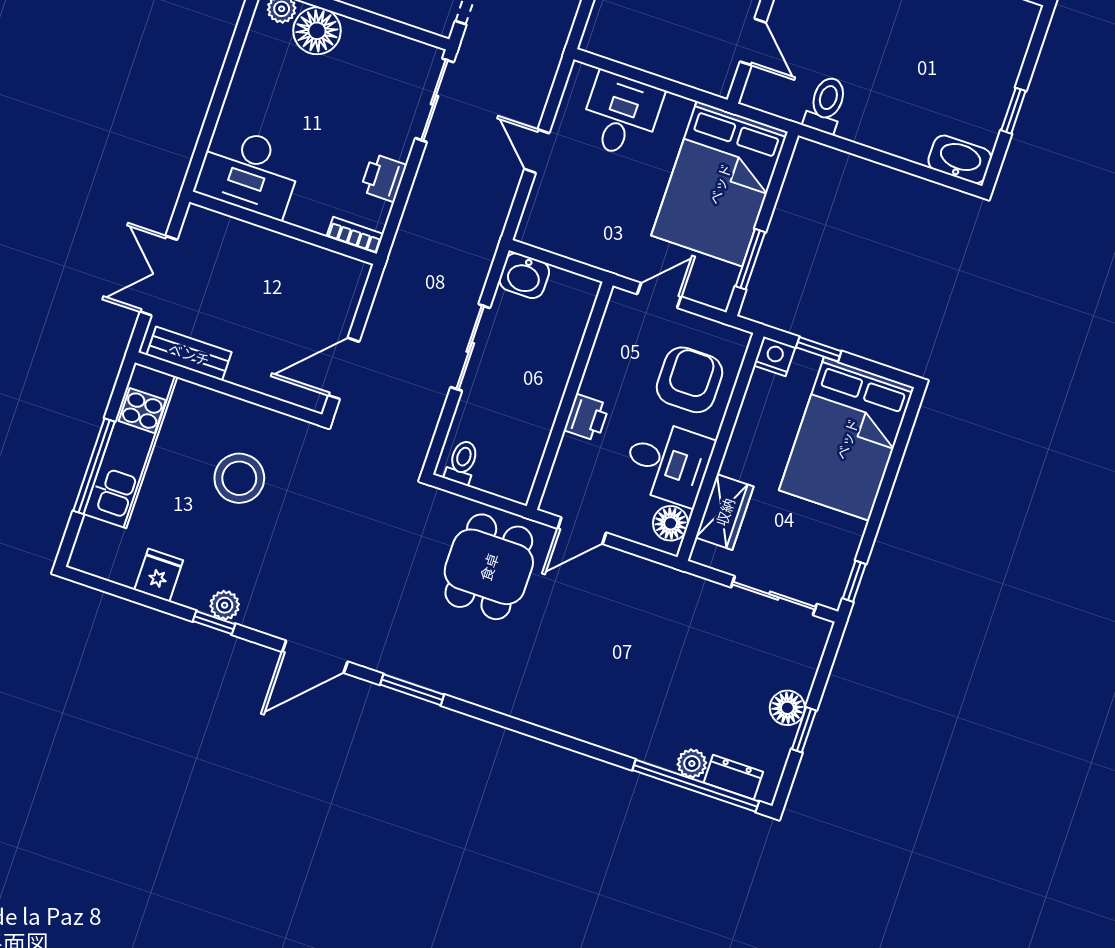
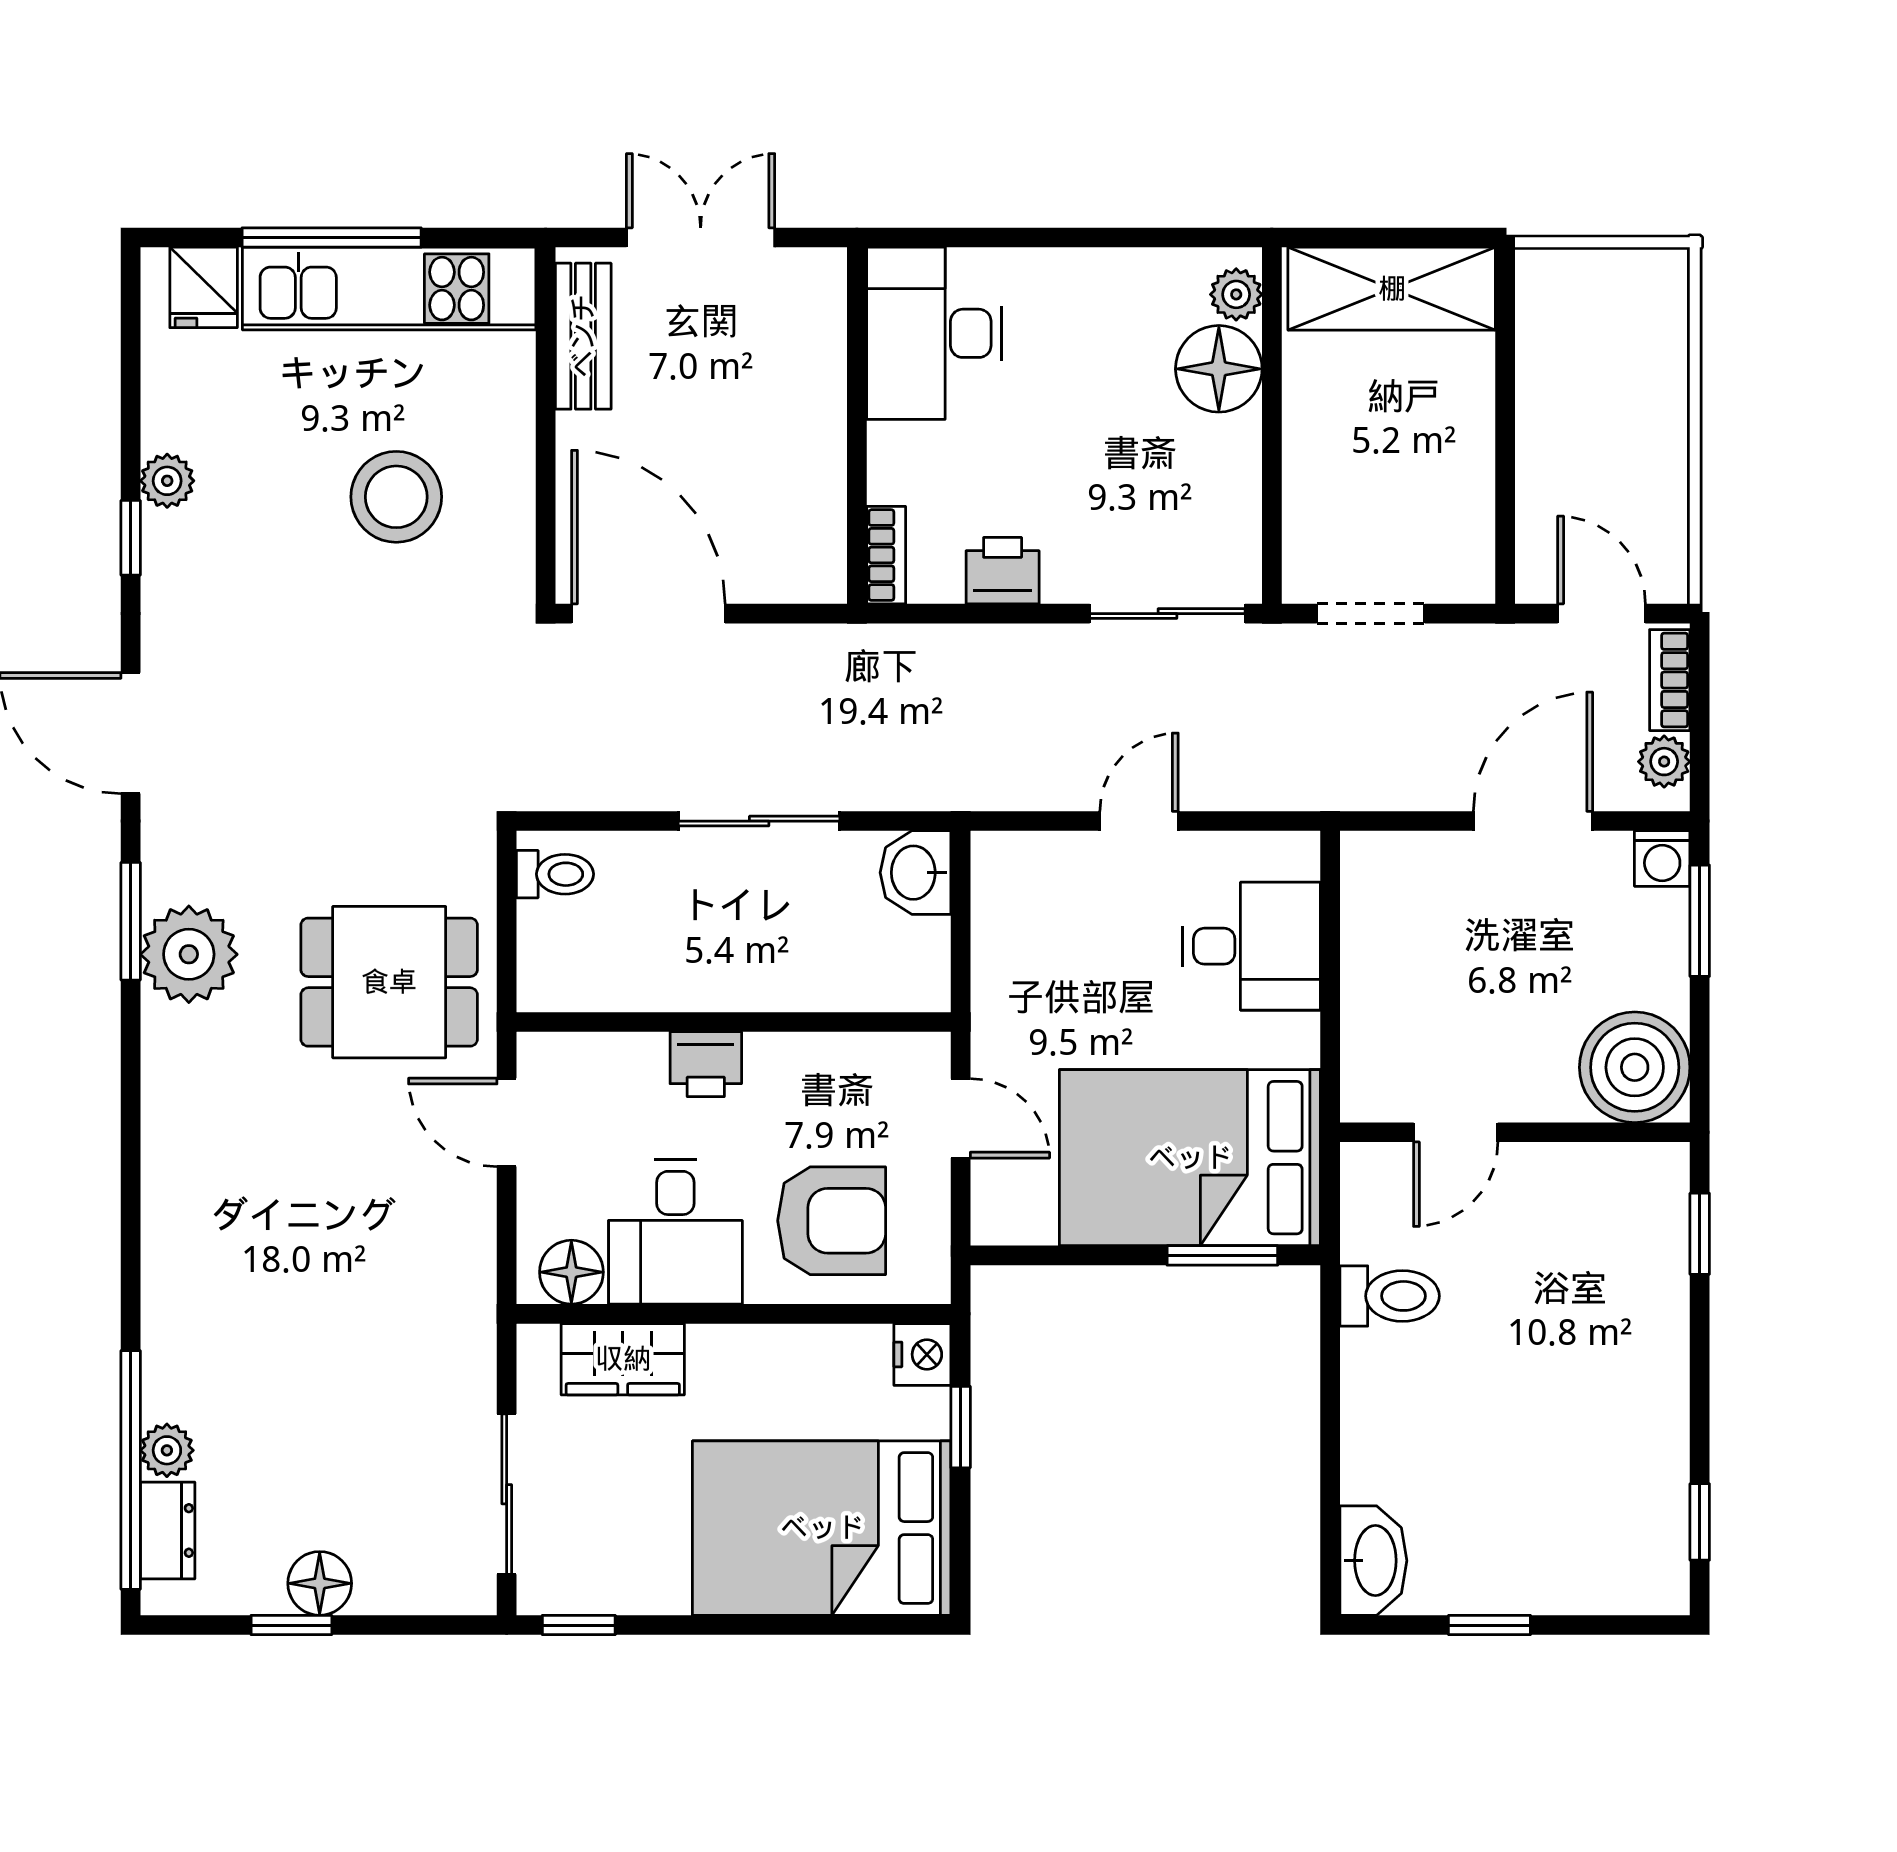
window: (750, 259) -> (1222, 1255), moved
door: (344, 368) -> (648, 614), width x1.36
fridge: (159, 575) -> (204, 287), moved, turned 90
plant: (225, 605) -> (167, 481), moved
plant: (439, 665) -> (189, 954), added

